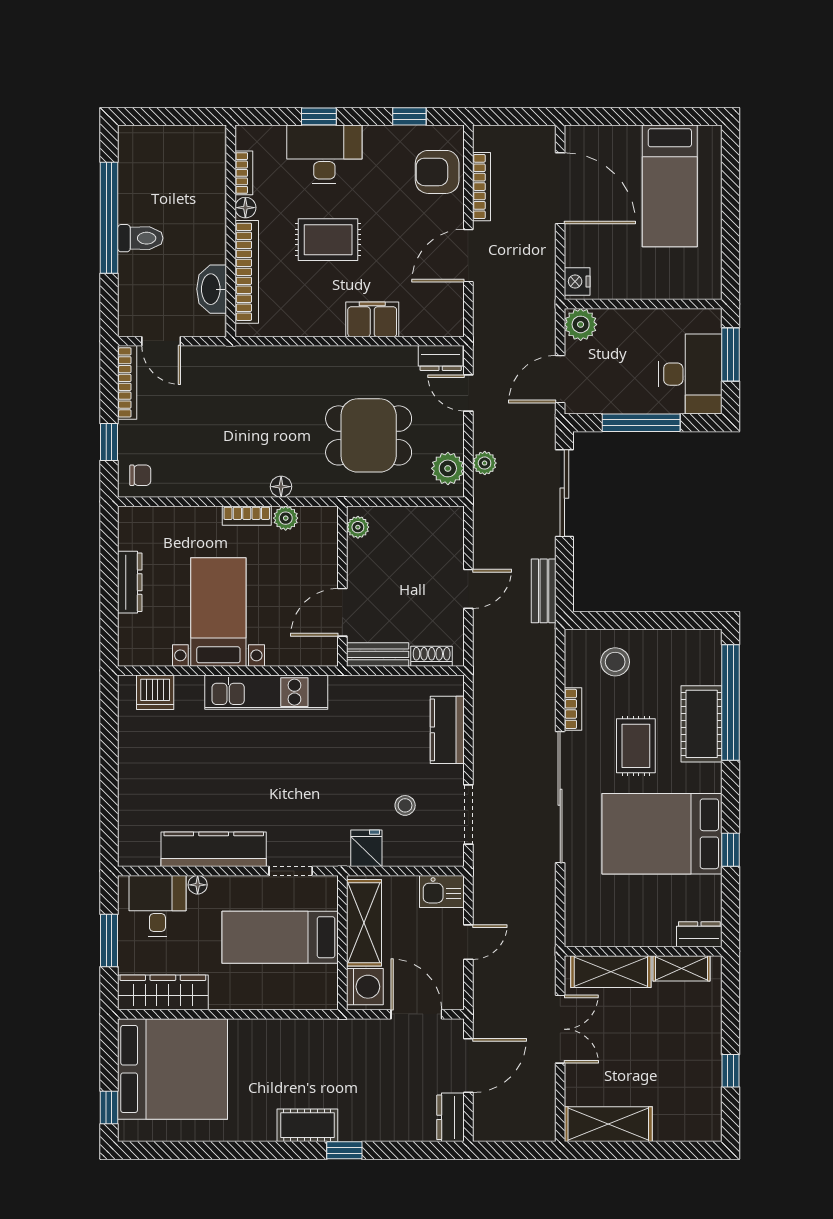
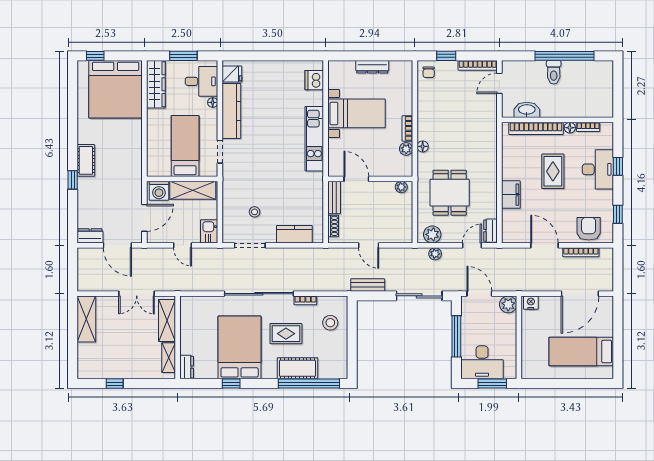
fridge: (366, 848) -> (232, 74), moved

